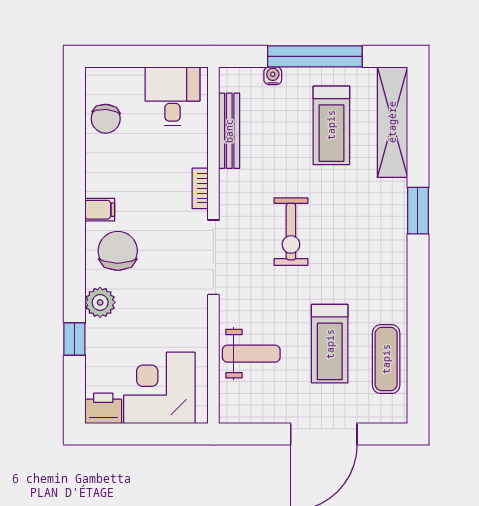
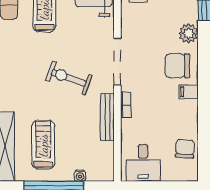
bench: (229, 131) -> (107, 117), moved
exercise bike: (291, 232) -> (69, 78), turned -70
chair: (118, 251) -> (177, 66), turned 90

